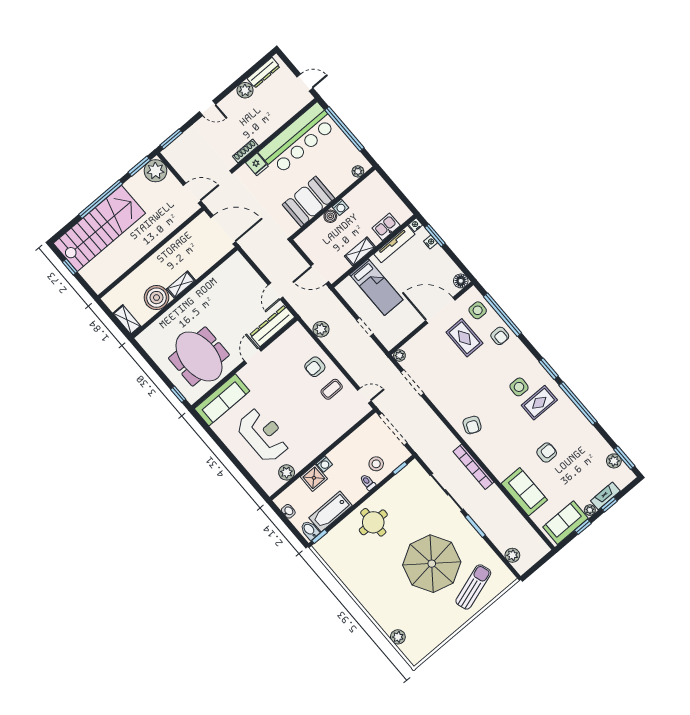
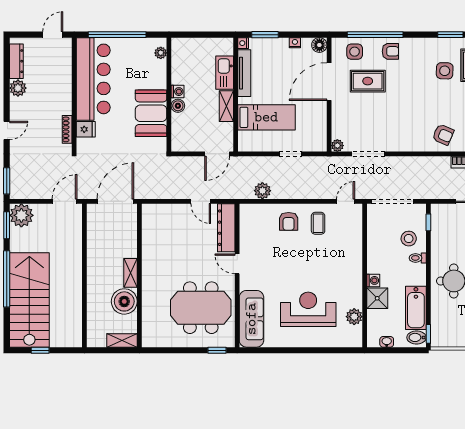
kitchen sink: (386, 227) -> (225, 73), width x1.38
nightstand: (430, 242) -> (295, 43), moved

